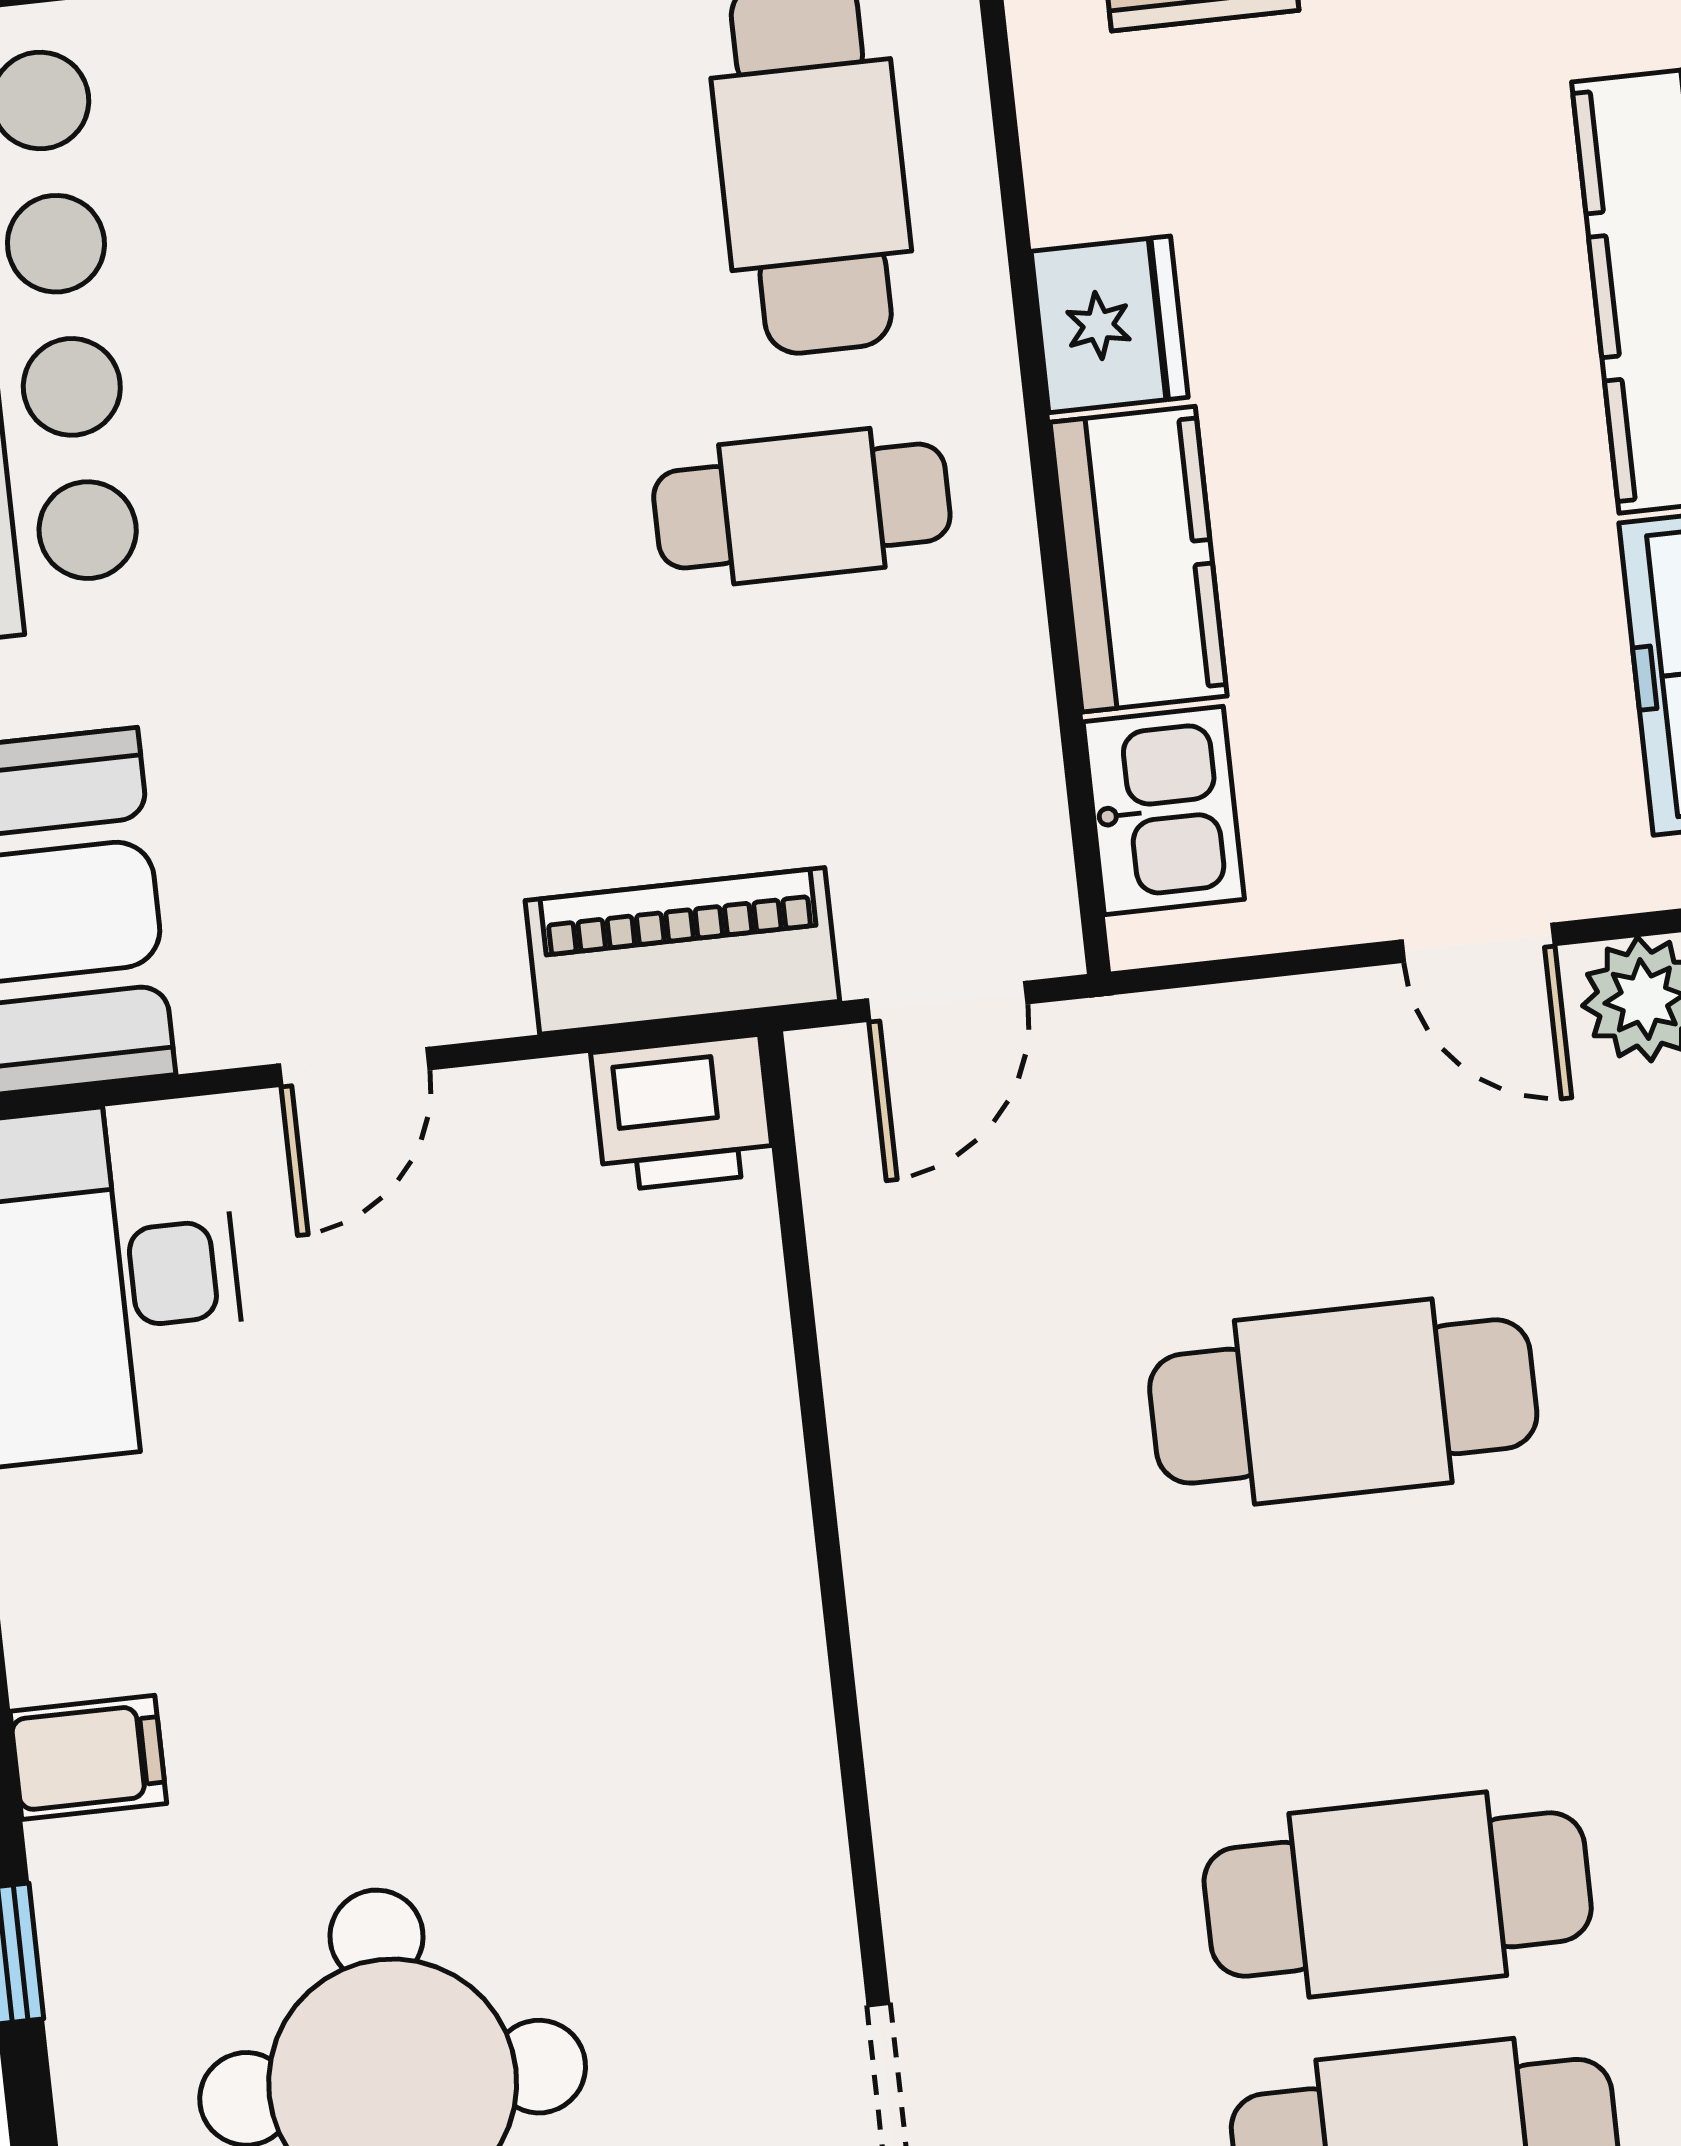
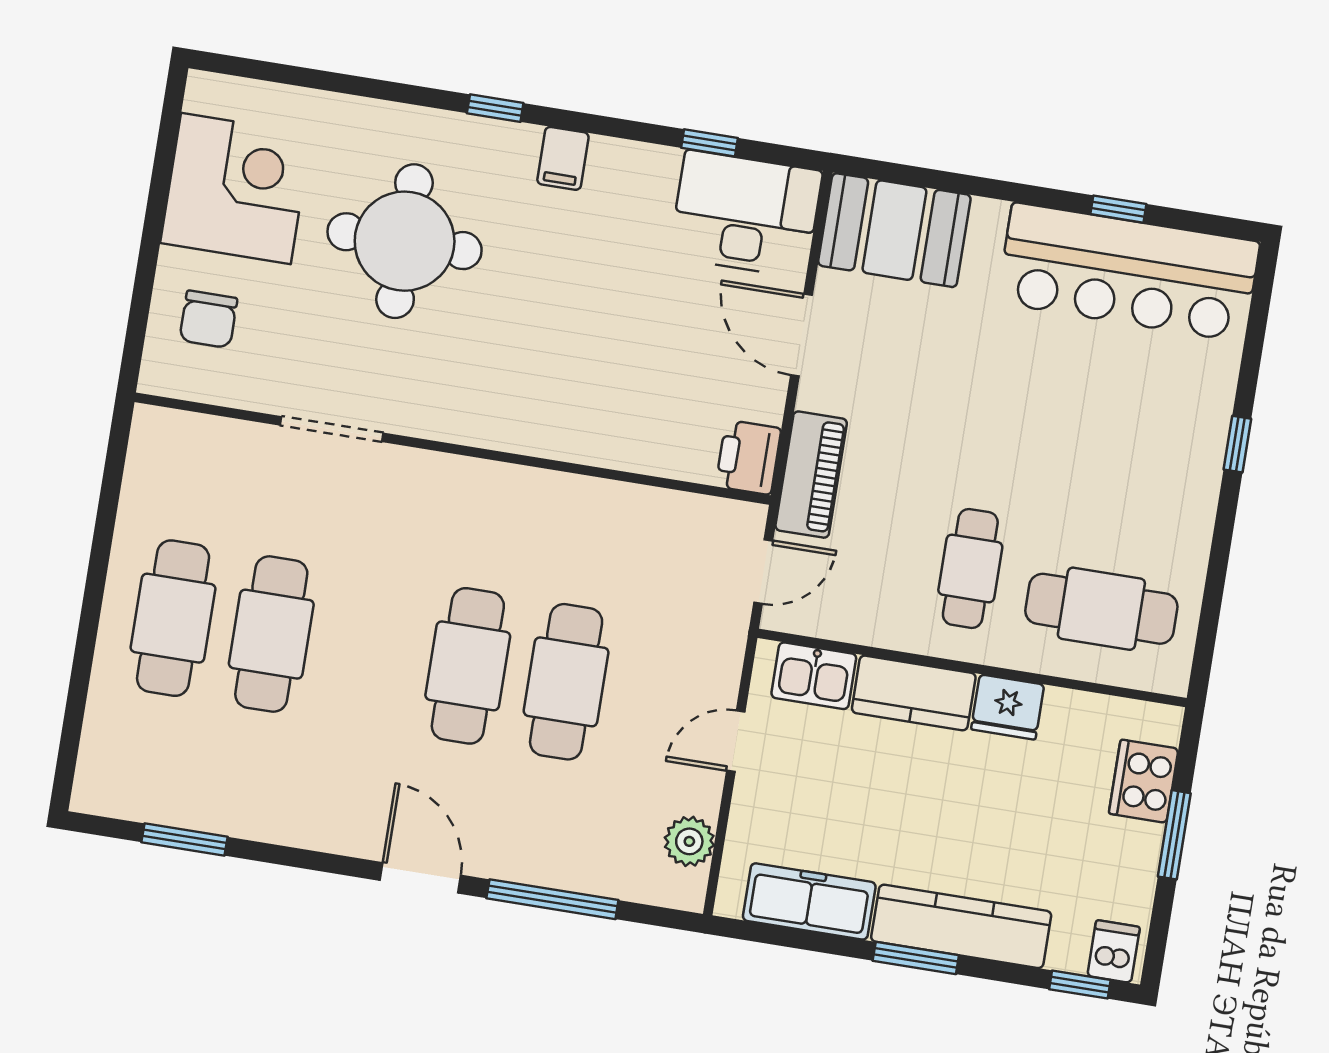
door: (1478, 943) -> (736, 741), moved
door: (947, 1001) -> (763, 572), swing flipped
door: (354, 1067) -> (801, 335), width x1.38
cafe table: (1398, 1895) -> (468, 666), moved

